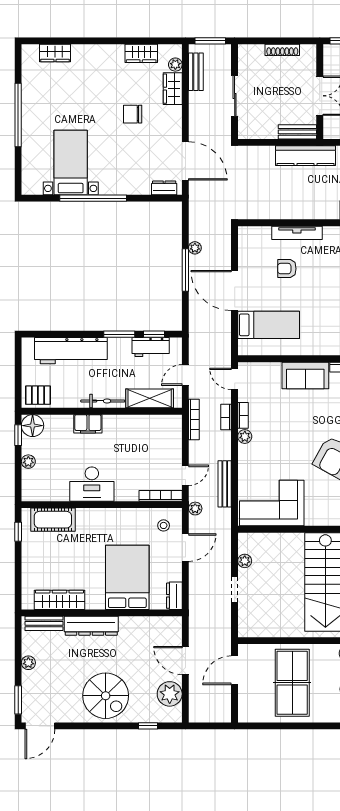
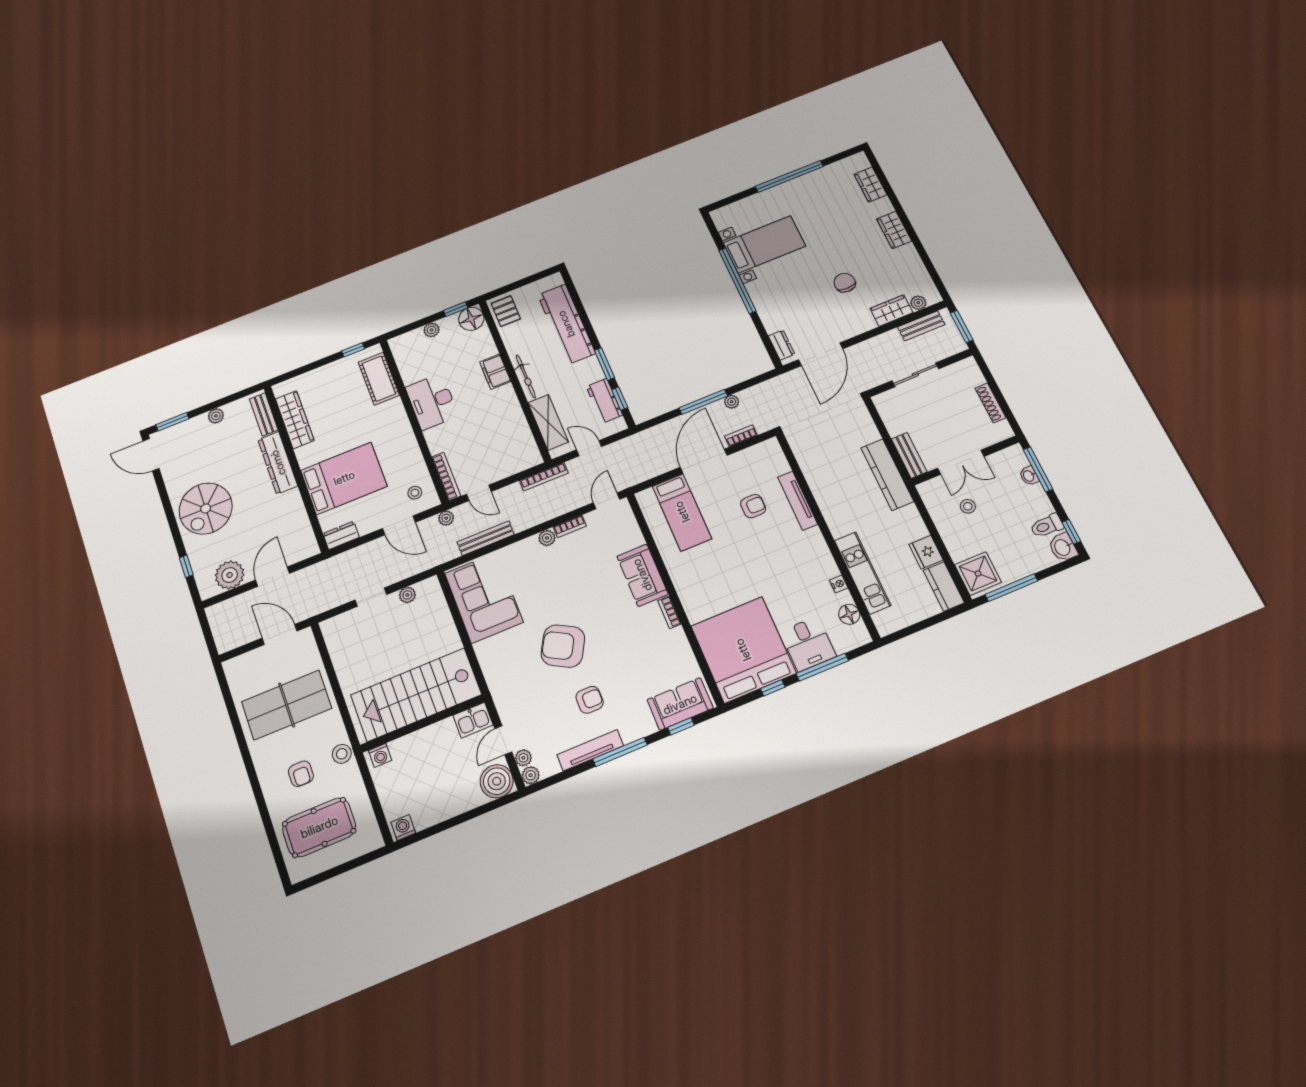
wardrobe: (141, 53) -> (894, 230), moved
armchair: (287, 269) -> (753, 506), turned 90
bookcase: (226, 417) -> (741, 436), moved

